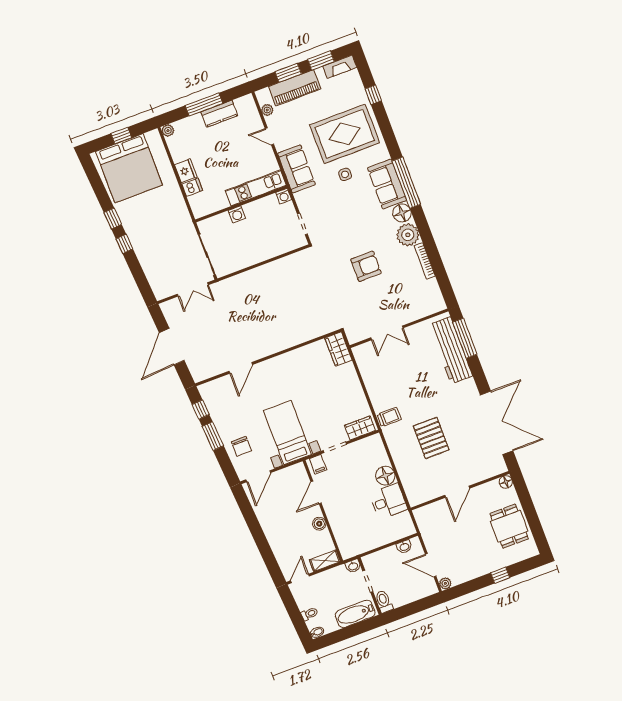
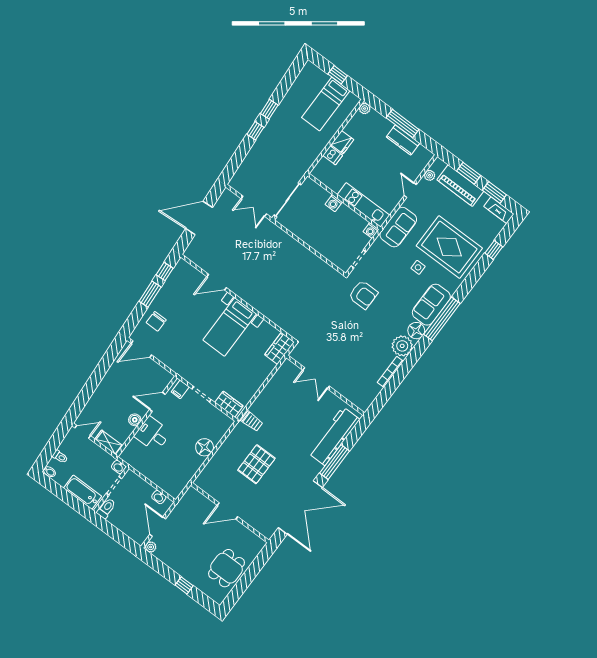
bed: (129, 168) -> (326, 104), width x0.49
armchair: (366, 266) -> (363, 295), moved
window: (465, 338) -> (335, 462), moved
bed with nightstands: (287, 433) -> (230, 327), moved, turned 180
floor lamp: (506, 482) -> (259, 544), removed
desk: (388, 501) -> (153, 434), moved, turned 180

